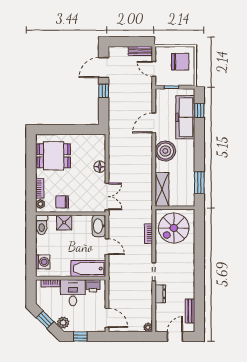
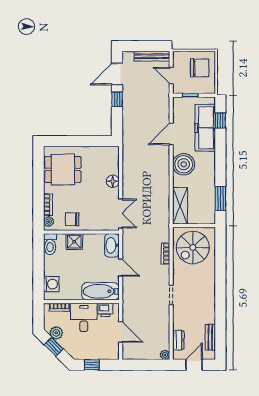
bench: (140, 51) -> (152, 56), width x1.36
dresser: (160, 294) -> (178, 340), moved
door: (107, 318) -> (121, 332), moved
plant: (63, 323) -> (56, 333), moved

